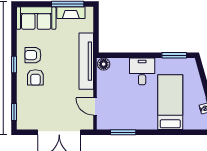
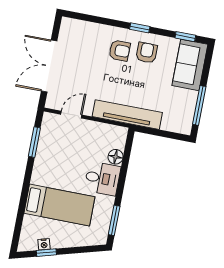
fireplace: (71, 13) -> (188, 107), removed
floor lamp: (104, 64) -> (116, 157), moved
armchair: (35, 77) -> (120, 51), turned 180
window: (14, 112) -> (185, 37), moved

